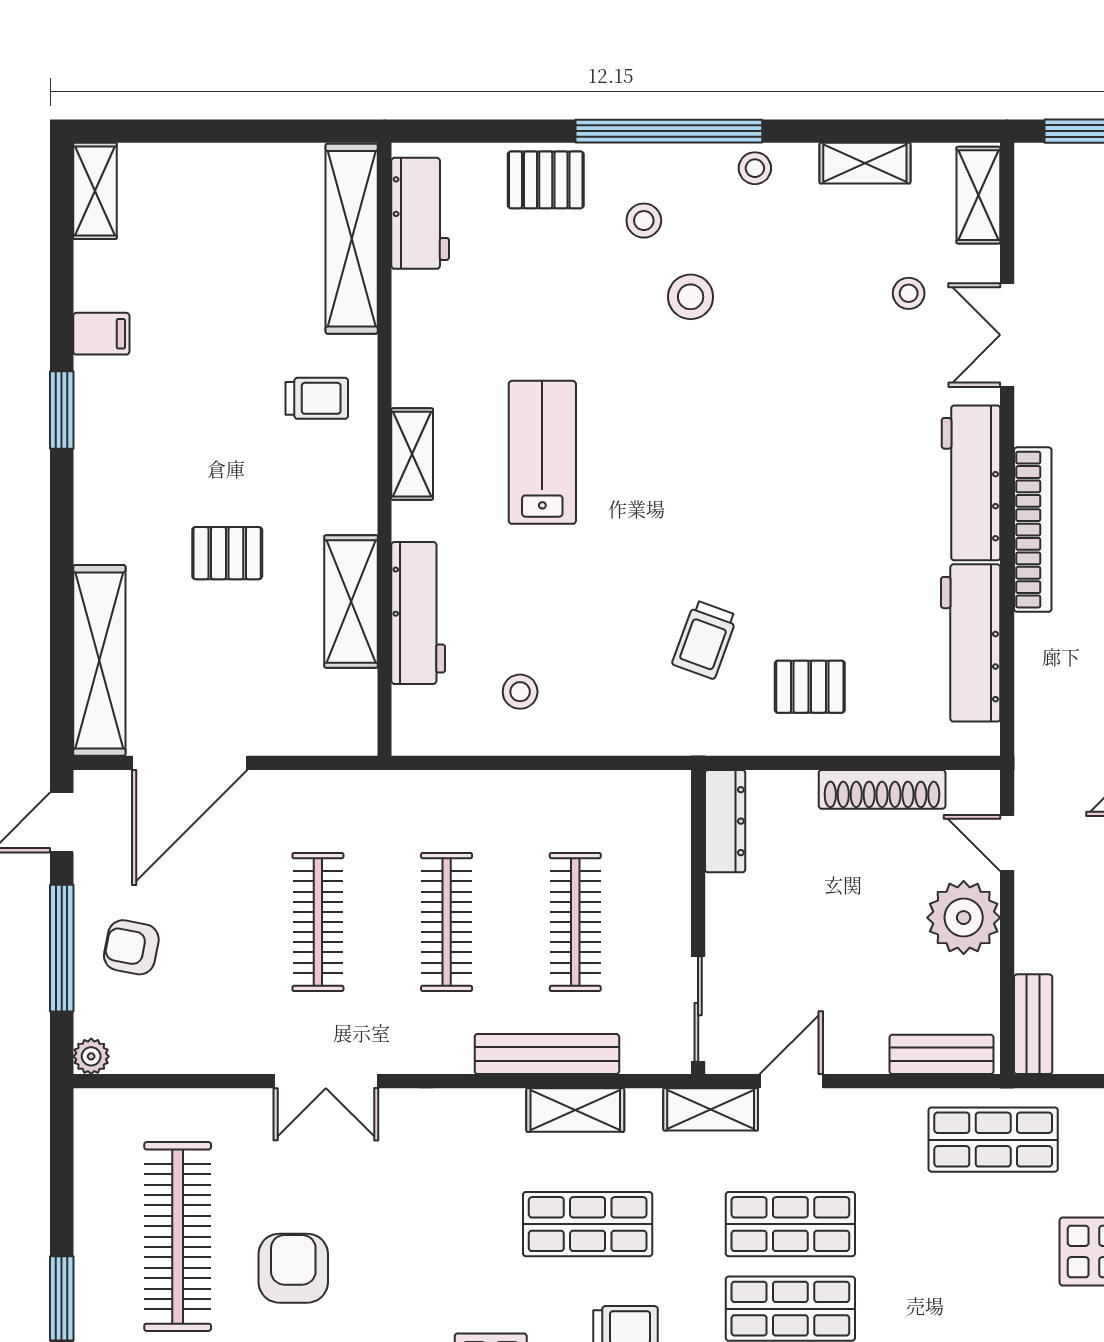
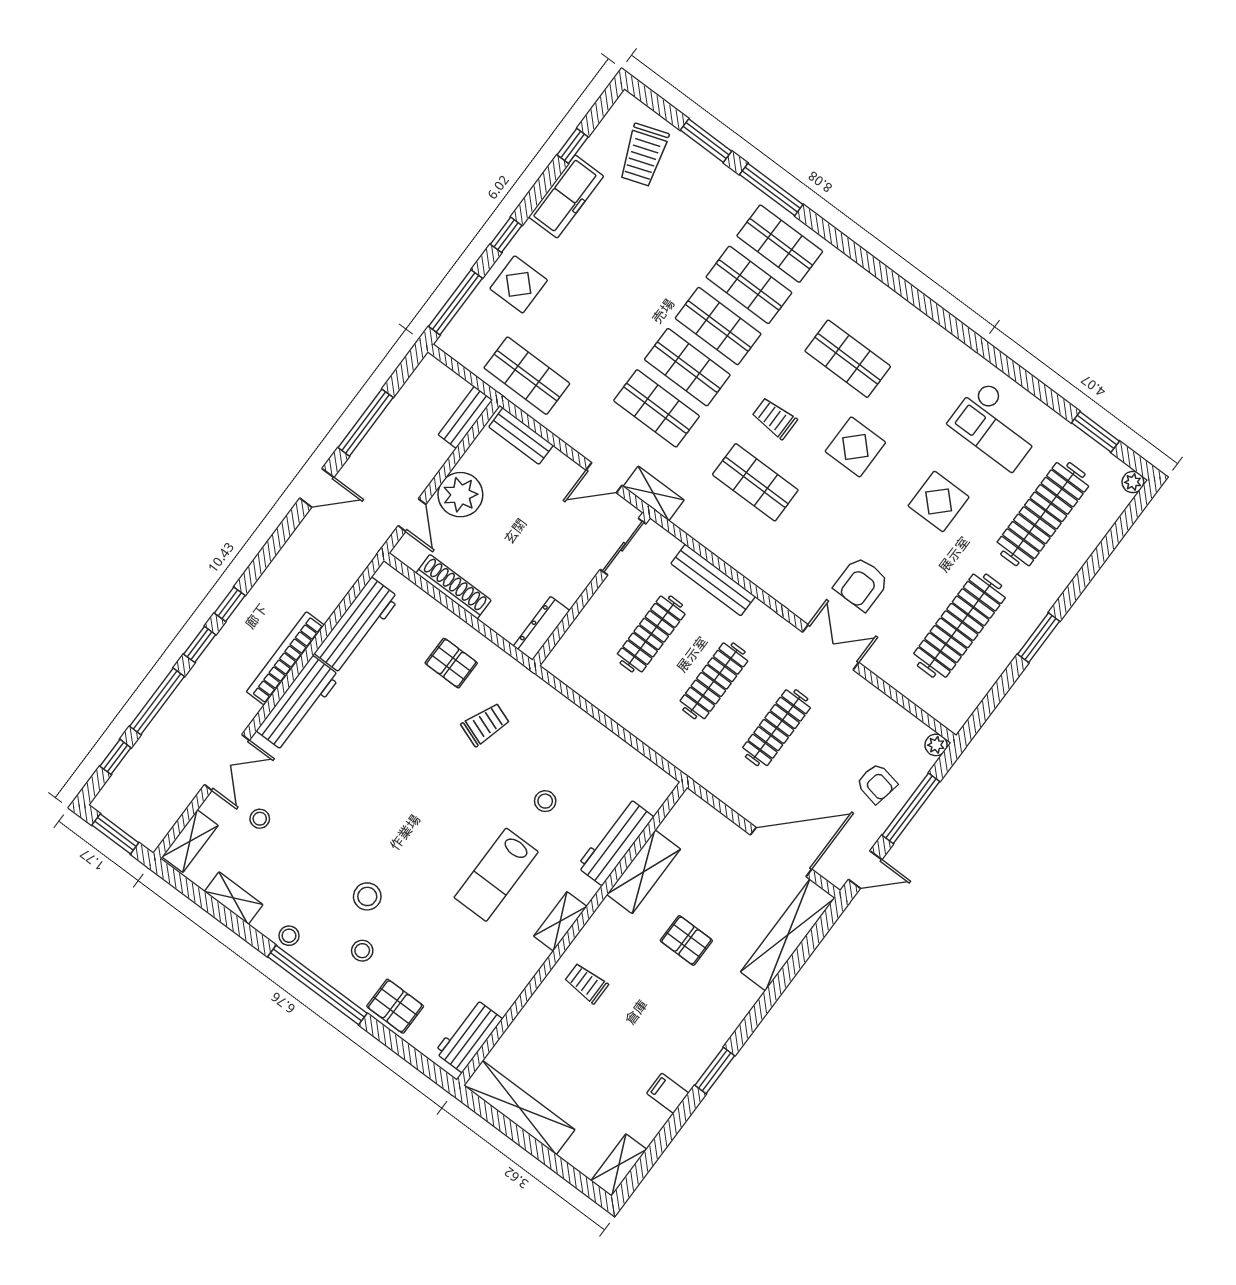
shelving: (352, 239) -> (519, 1108), moved, turned 90
stool: (520, 692) -> (545, 801), moved
shelving: (575, 1110) -> (720, 542), removed
armchair: (293, 1268) -> (861, 584), moved

